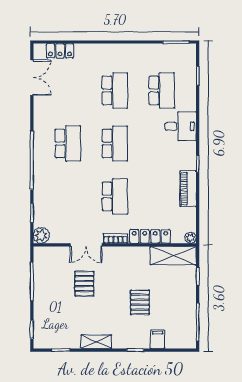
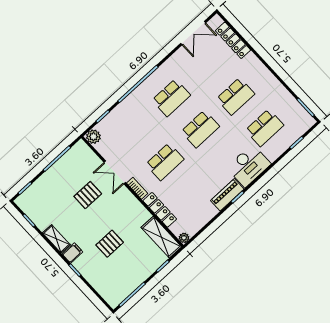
locker: (60, 51) -> (233, 40), width x1.53
desk: (181, 126) -> (249, 166), width x1.37
piano: (188, 189) -> (227, 195), moved
filing cabinet: (158, 339) -> (72, 253), moved

